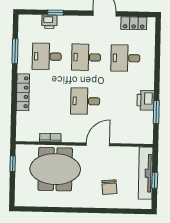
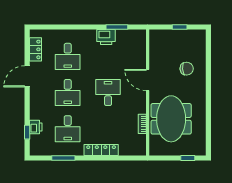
window: (56, 13) -> (27, 132), moved
desk: (85, 101) -> (108, 93), turned 180
window: (13, 164) -> (188, 158), moved
tv unit: (146, 173) -> (173, 36), removed

